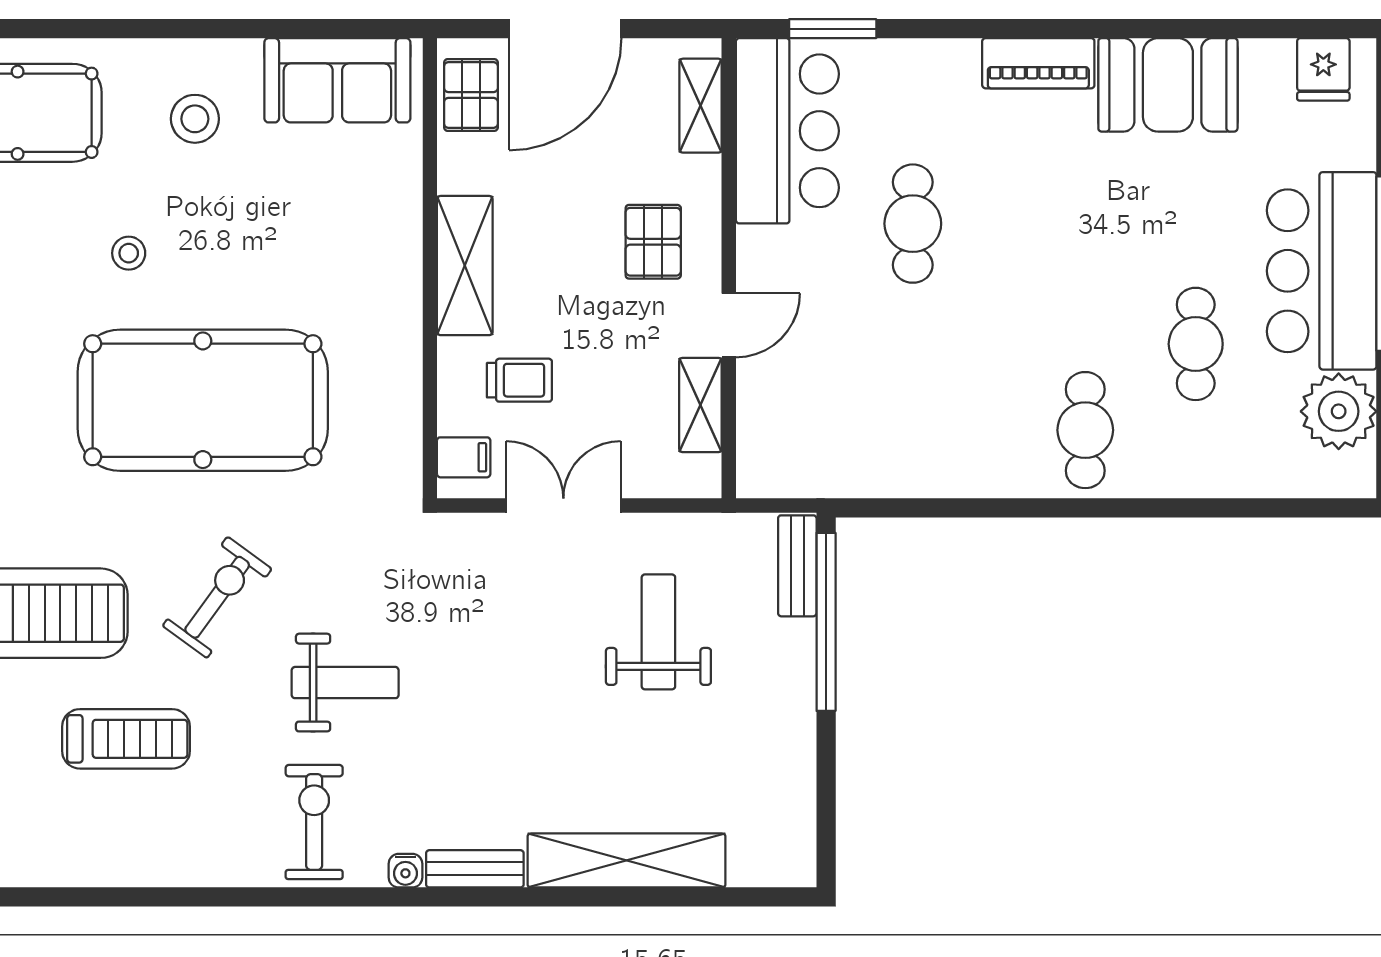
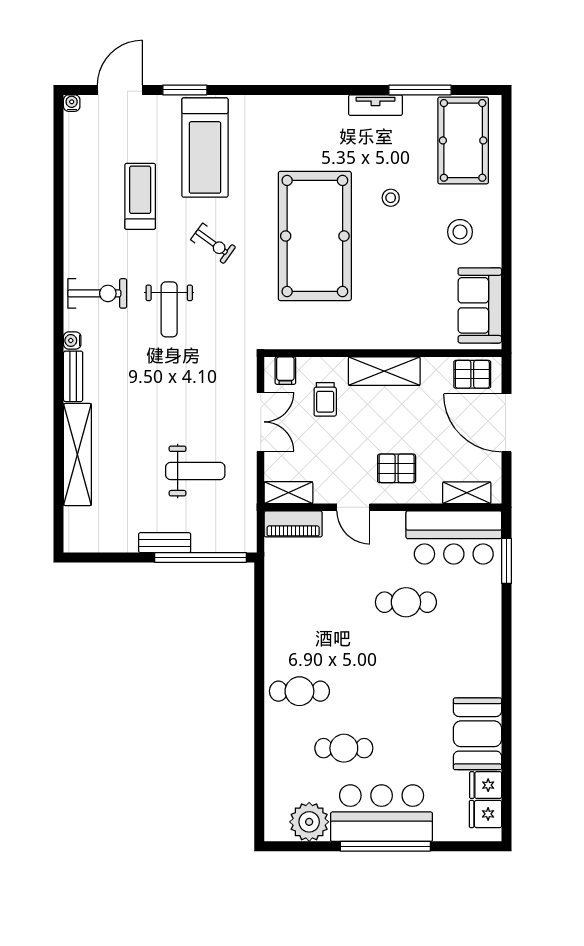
piano: (1038, 63) -> (293, 524), moved, turned -90
fridge: (1267, 69) -> (486, 785), added
shelving: (700, 405) -> (289, 493), moved
bench: (797, 566) -> (165, 543), moved
exercise bike: (217, 597) -> (213, 243), width x0.73, depth x0.72
treadmill: (126, 739) -> (140, 196), turned 180

